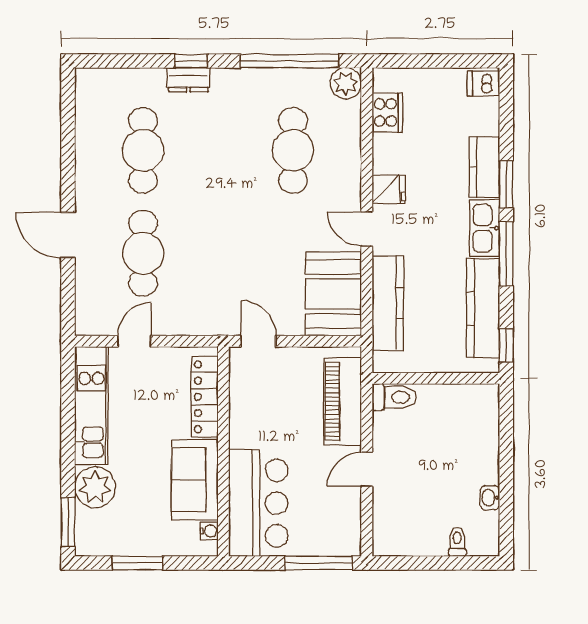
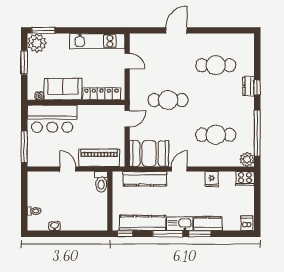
cooker: (387, 112) -> (245, 178), moved
fridge: (389, 189) -> (212, 179), moved
cafe table: (143, 253) -> (168, 100), moved
plant: (95, 487) -> (37, 43), moved

